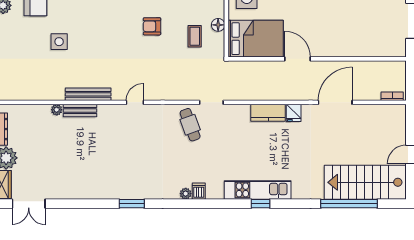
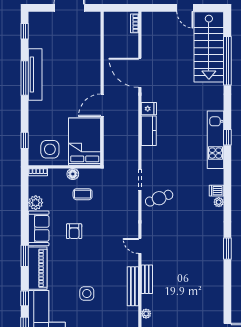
side table: (59, 42) -> (87, 294), moved
bench: (80, 111) -> (147, 279), moved

